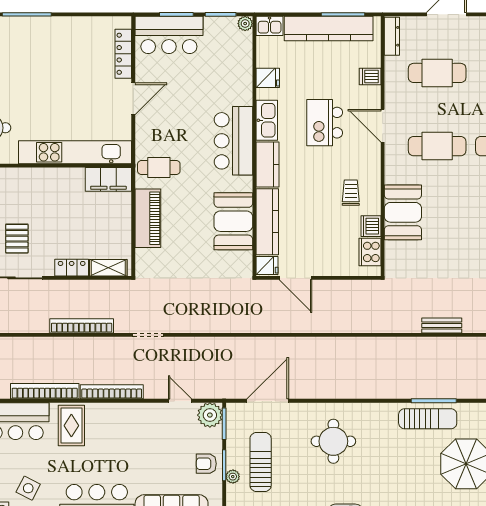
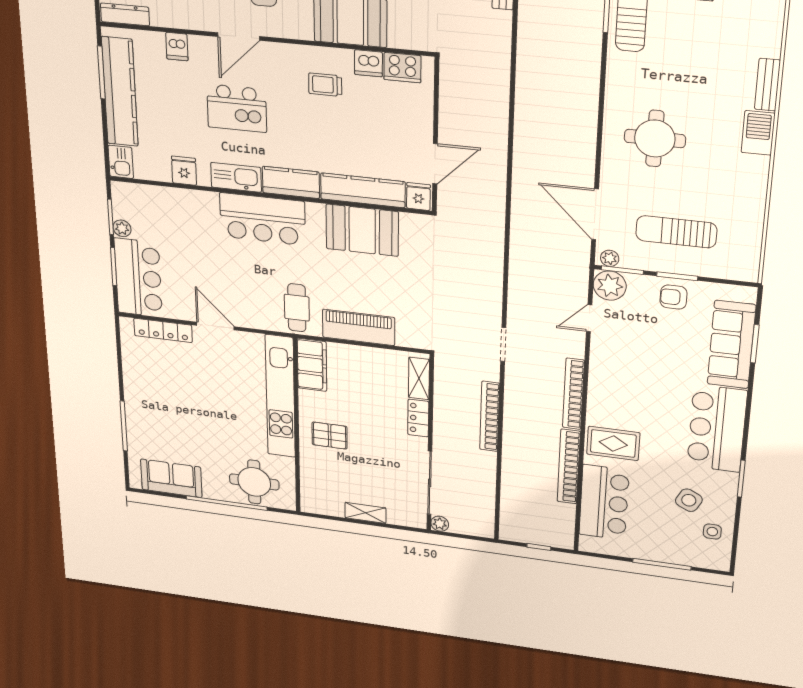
plant: (245, 24) -> (122, 228), moved
pallet: (17, 239) -> (330, 436), moved
armchair: (206, 464) -> (674, 297), turned 90
plant: (233, 477) -> (610, 258), moved

